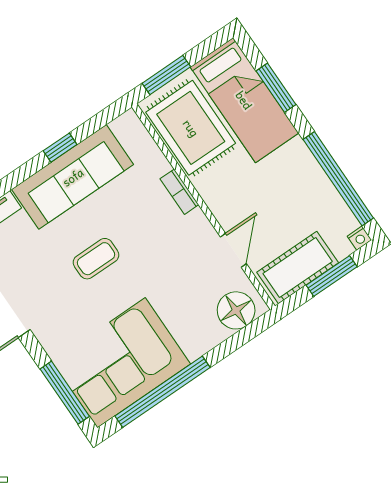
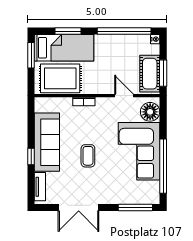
window: (166, 75) -> (31, 55), moved
window: (60, 148) -> (31, 157), moved
window: (332, 276) -> (163, 73), moved
corner sofa: (121, 363) -> (139, 151), moved

